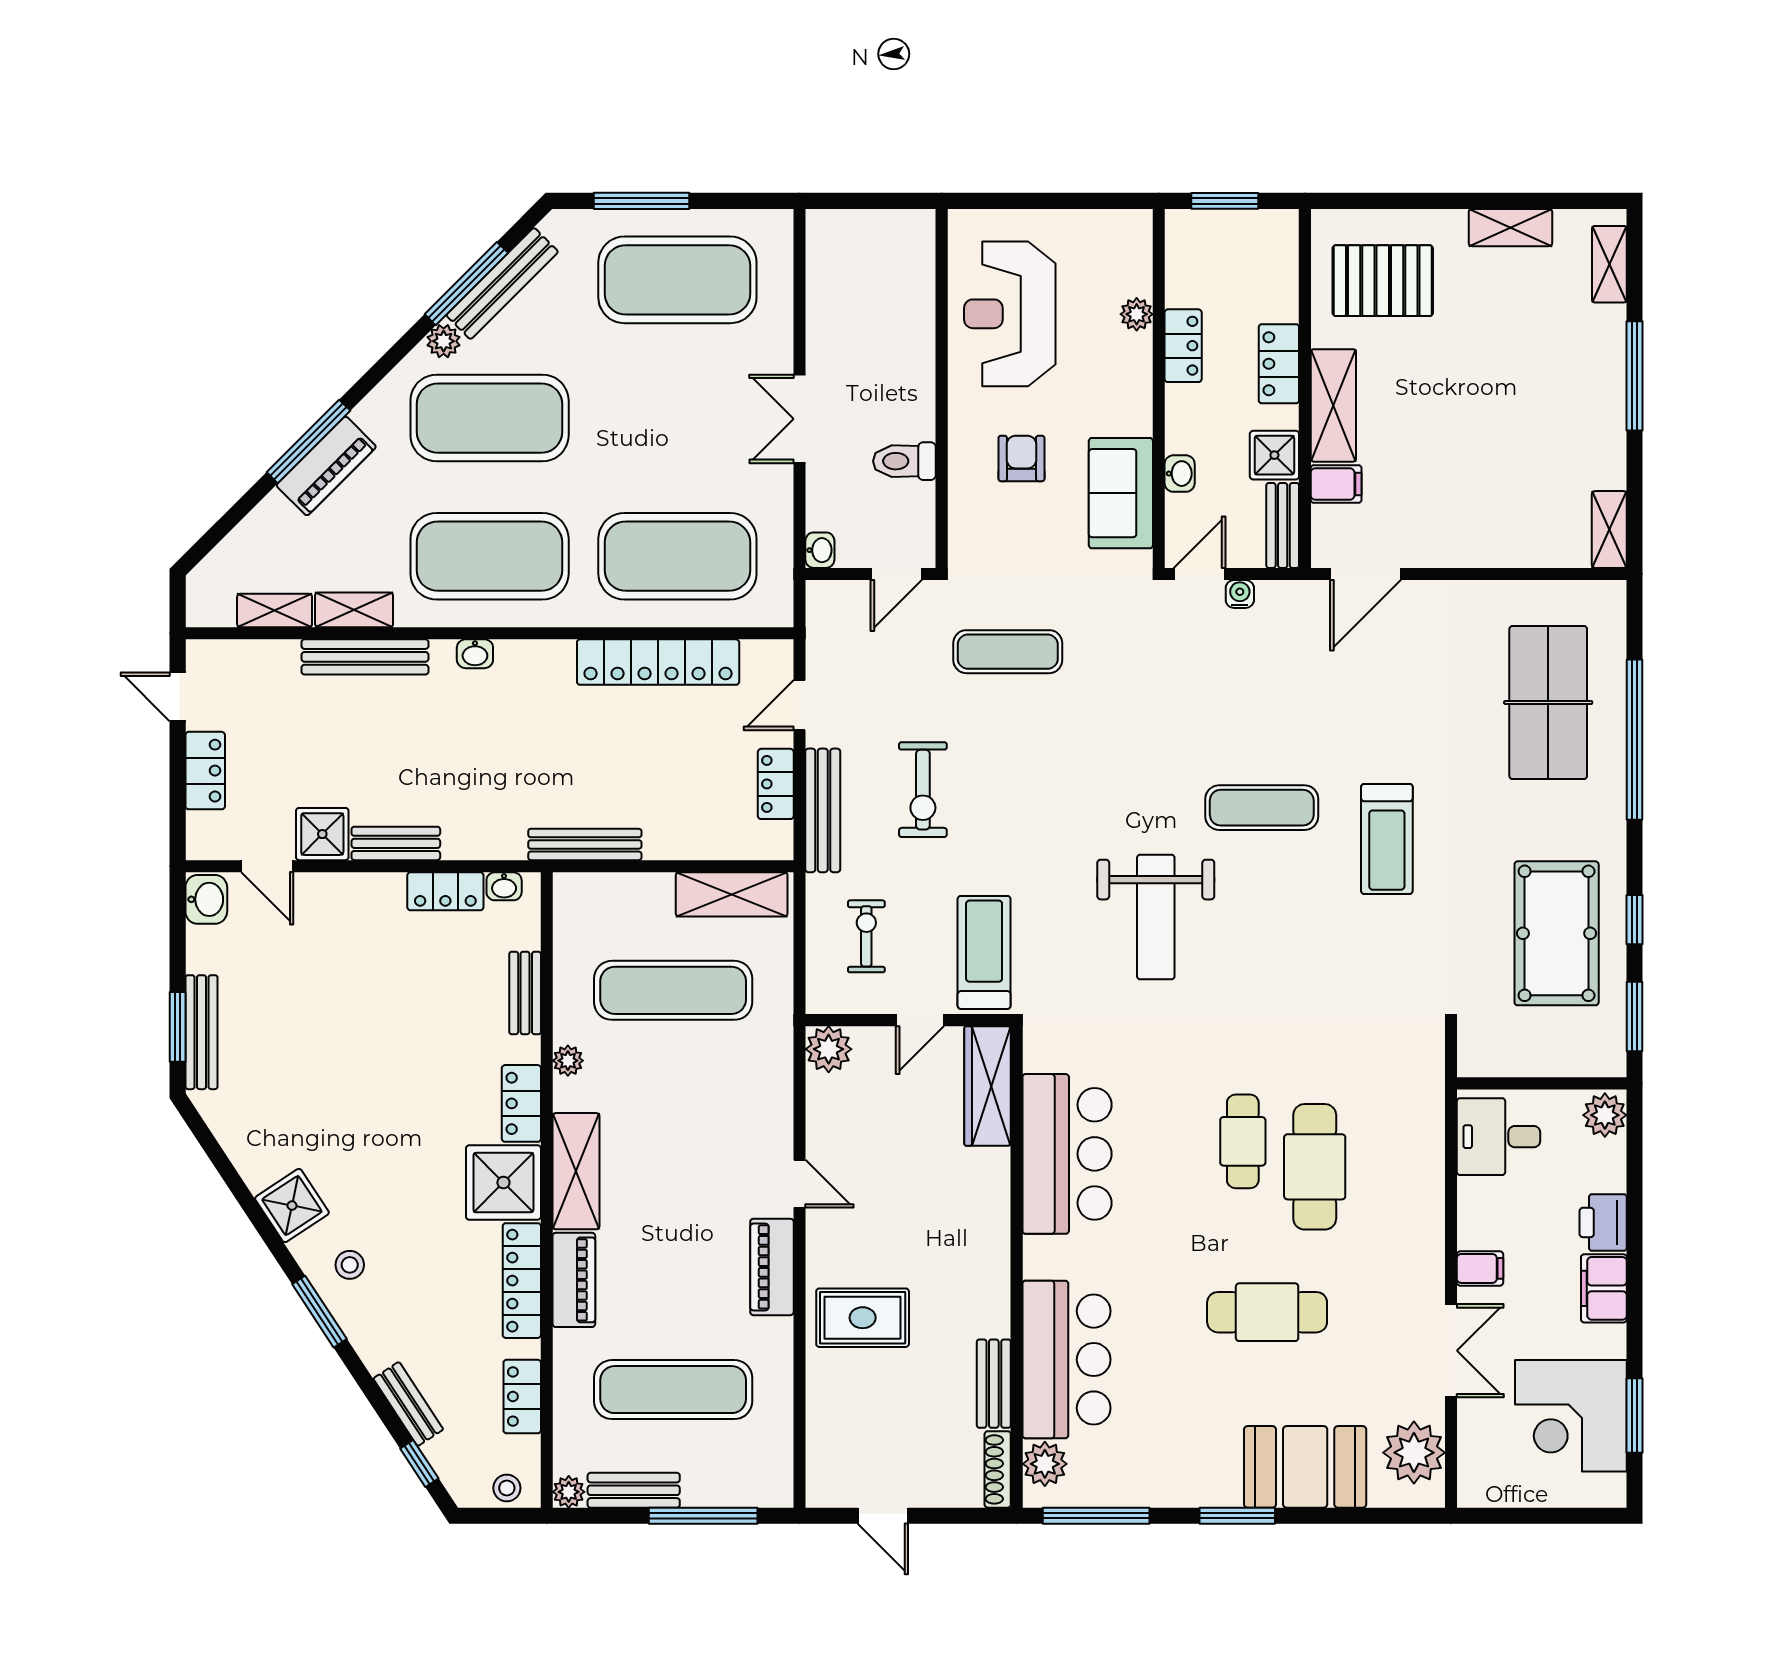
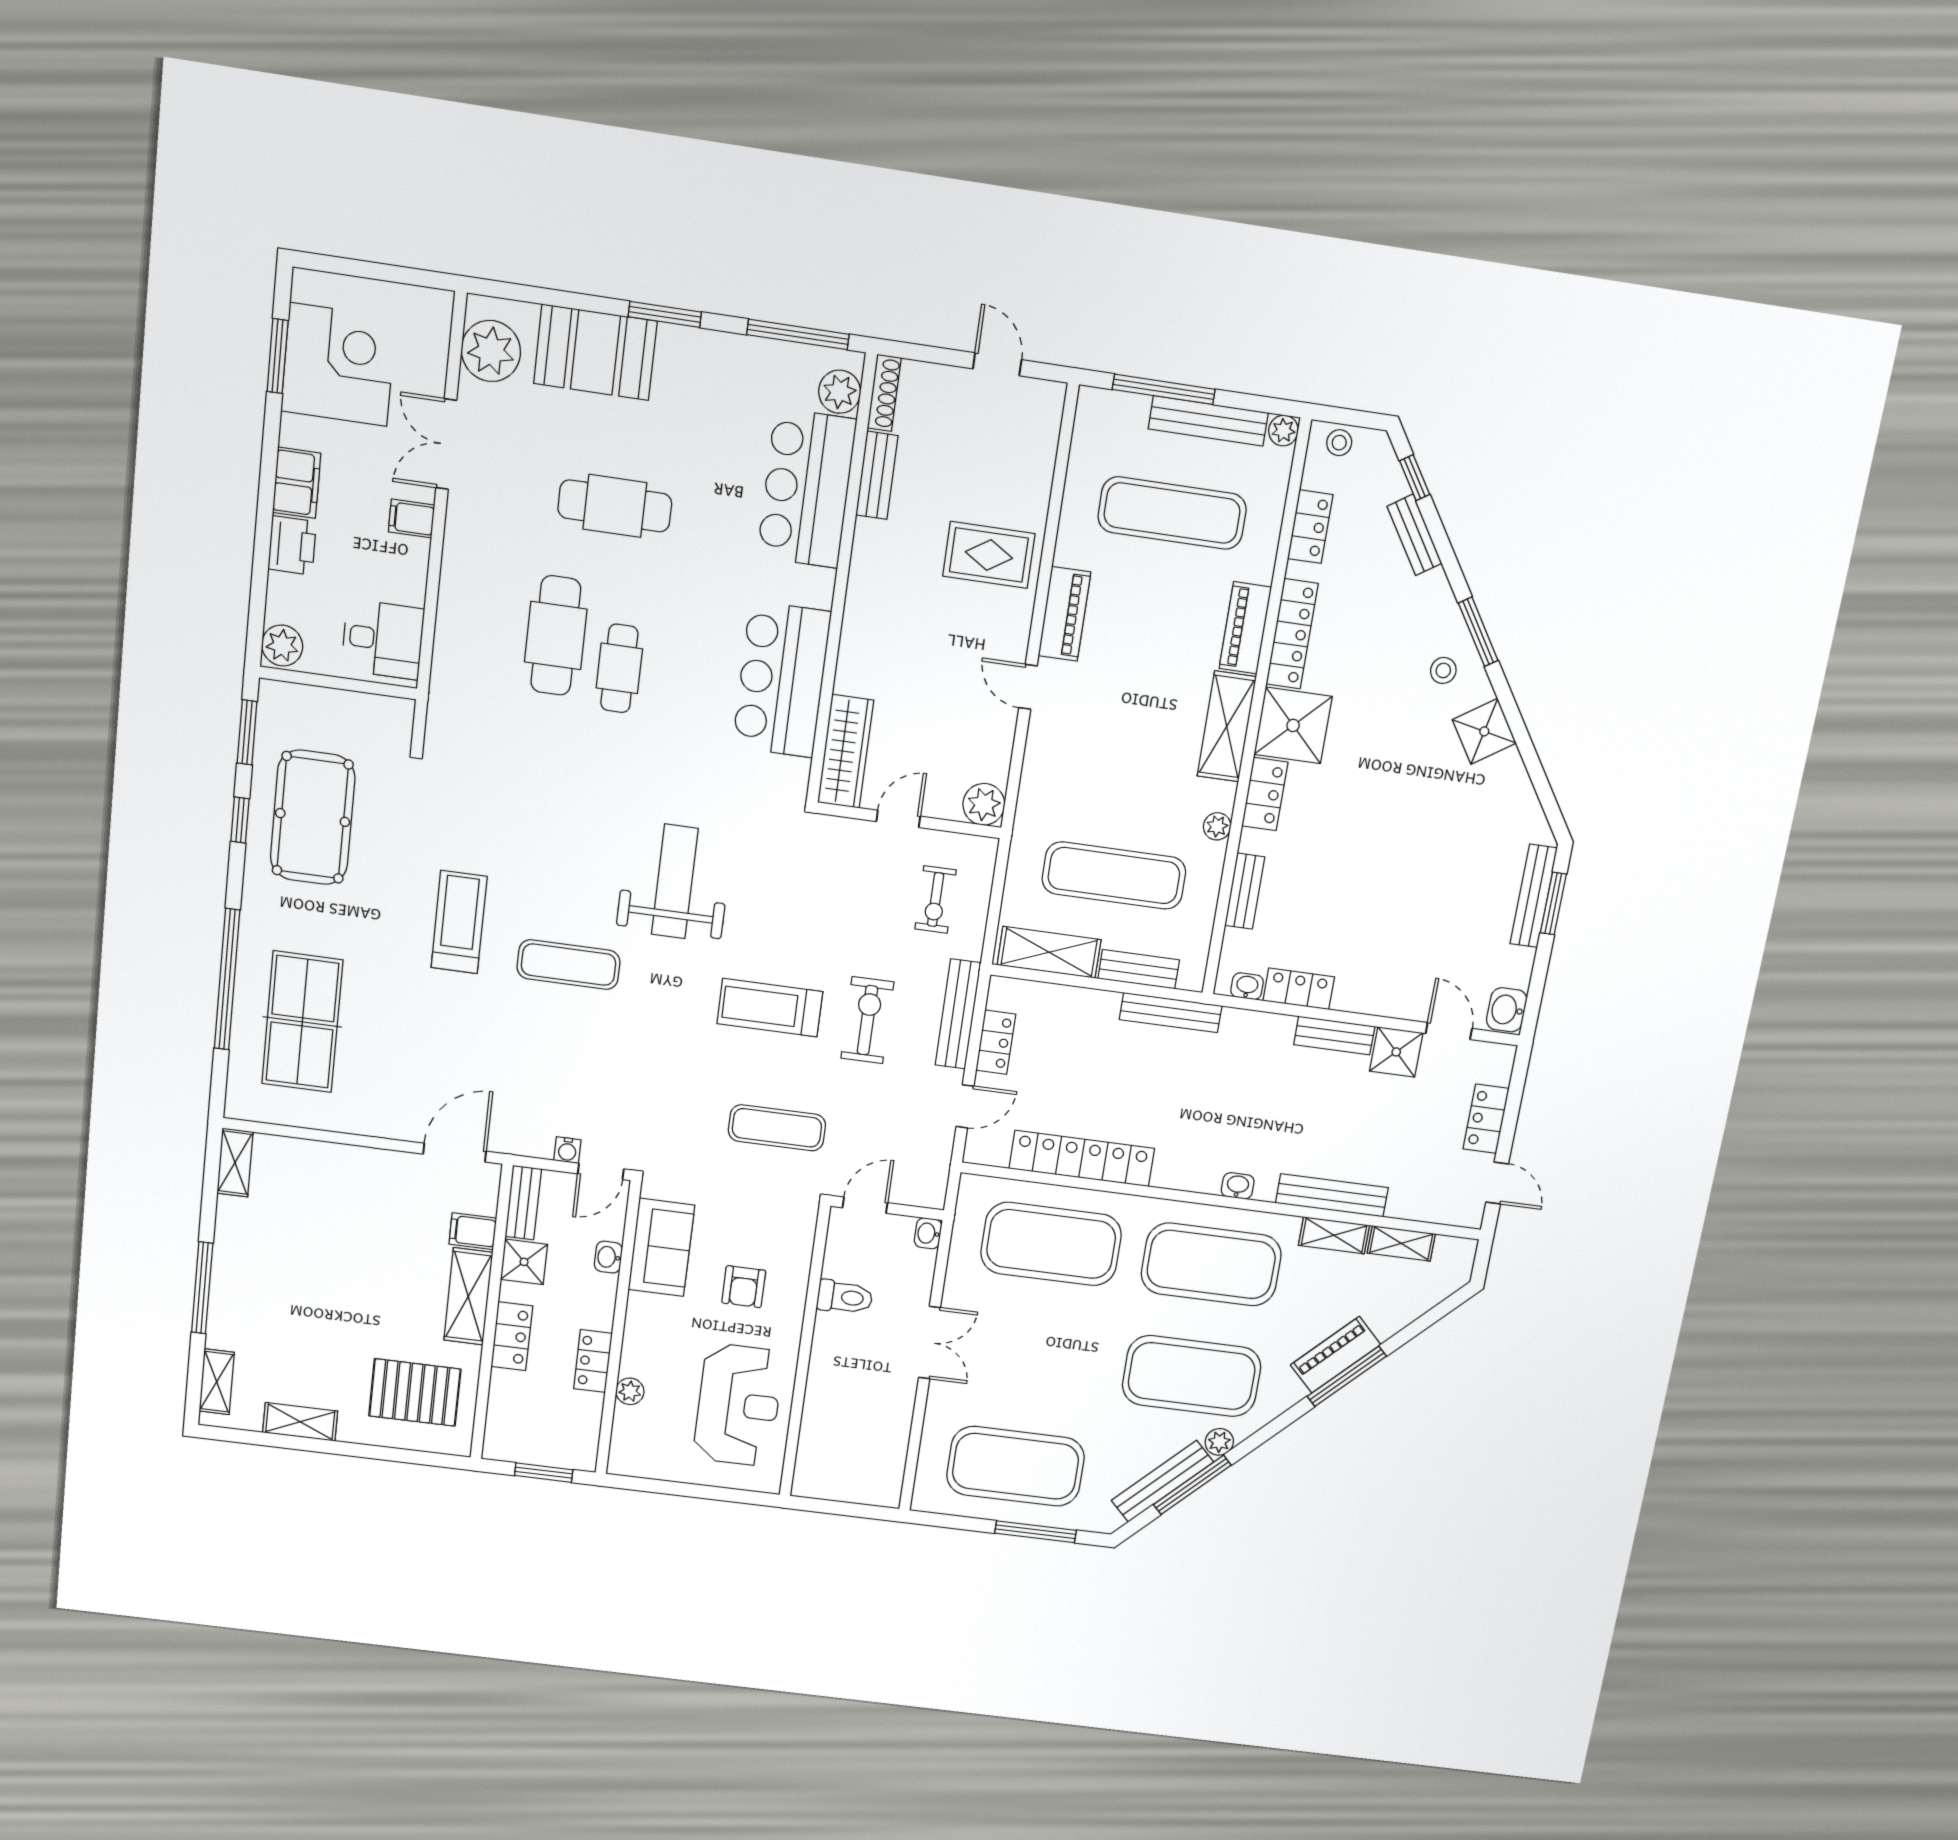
bench: (629, 889) -> (1139, 969), added
treadmill: (984, 952) -> (770, 1008), moved, turned 90
bench: (634, 1490) -> (1208, 421), width x1.36

